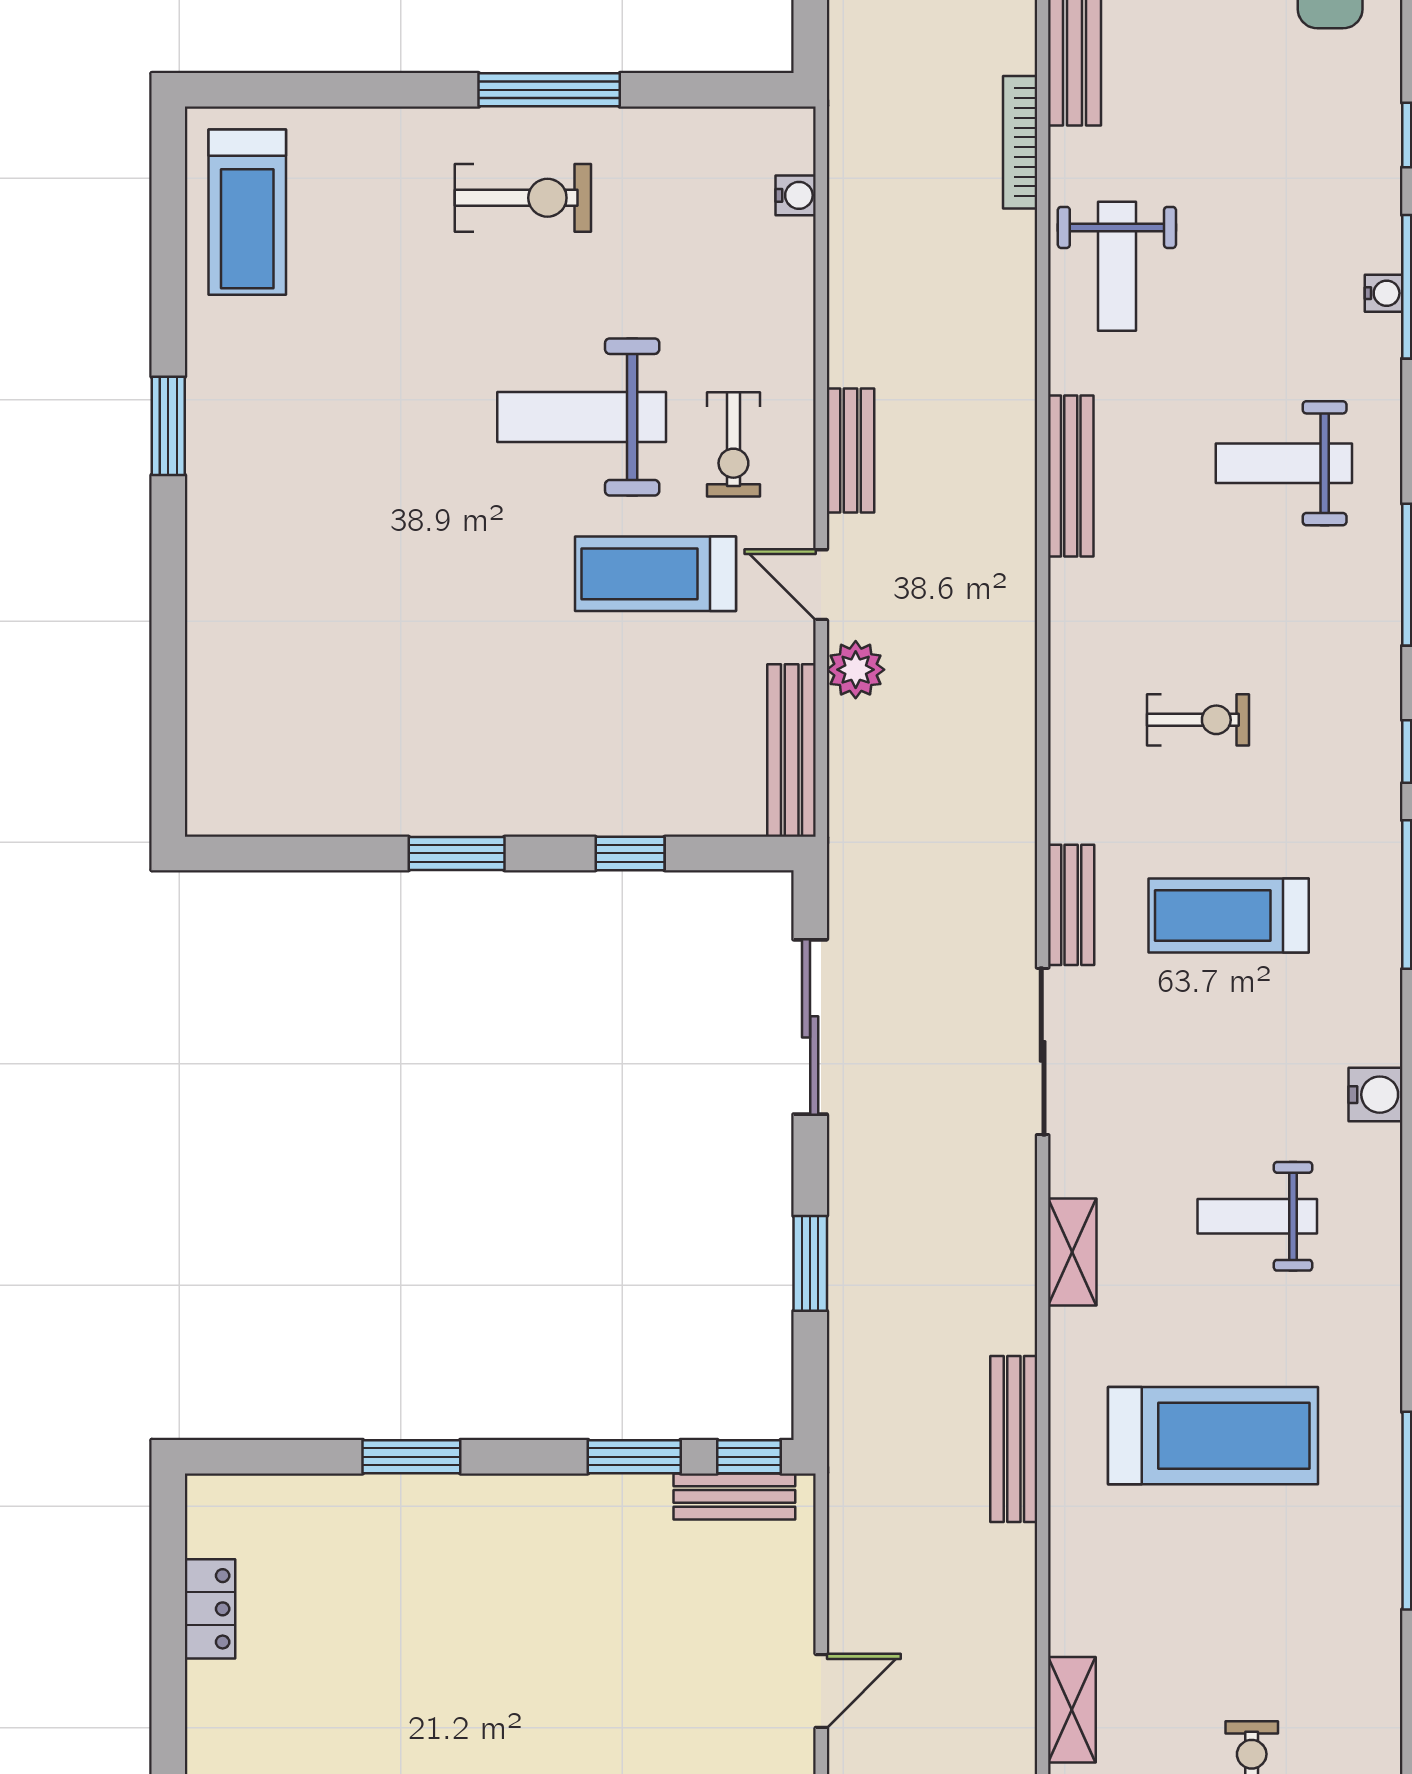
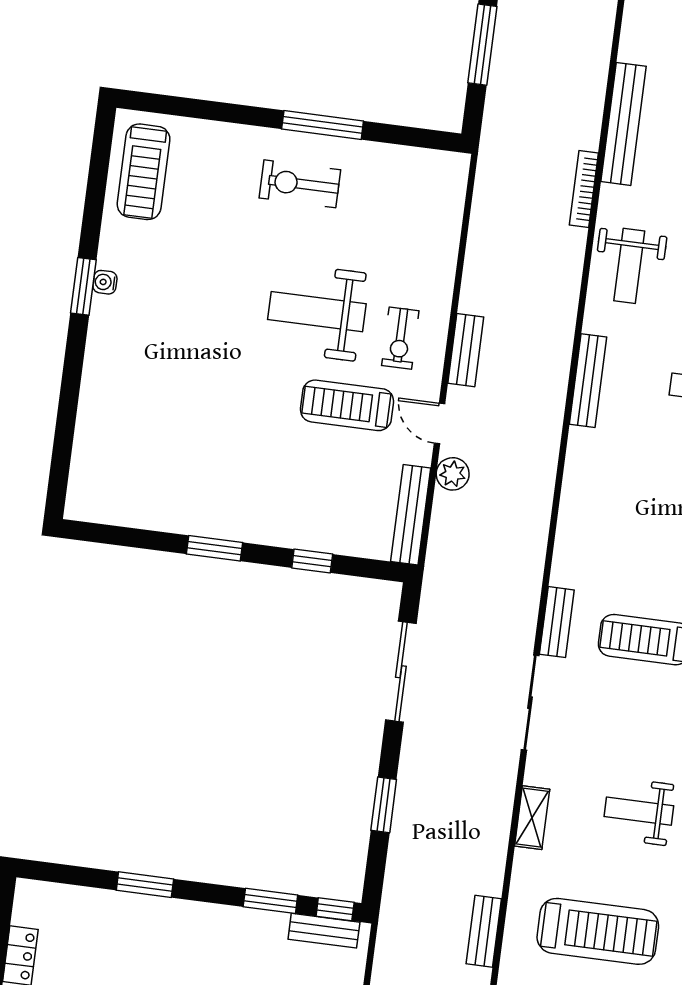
water cooler: (796, 195) -> (105, 282), moved, turned 180
exercise bike: (523, 198) -> (300, 184), turned 180
exercise bike: (1198, 720) -> (642, 527), removed
bench: (1014, 1439) -> (484, 931), width x0.73

